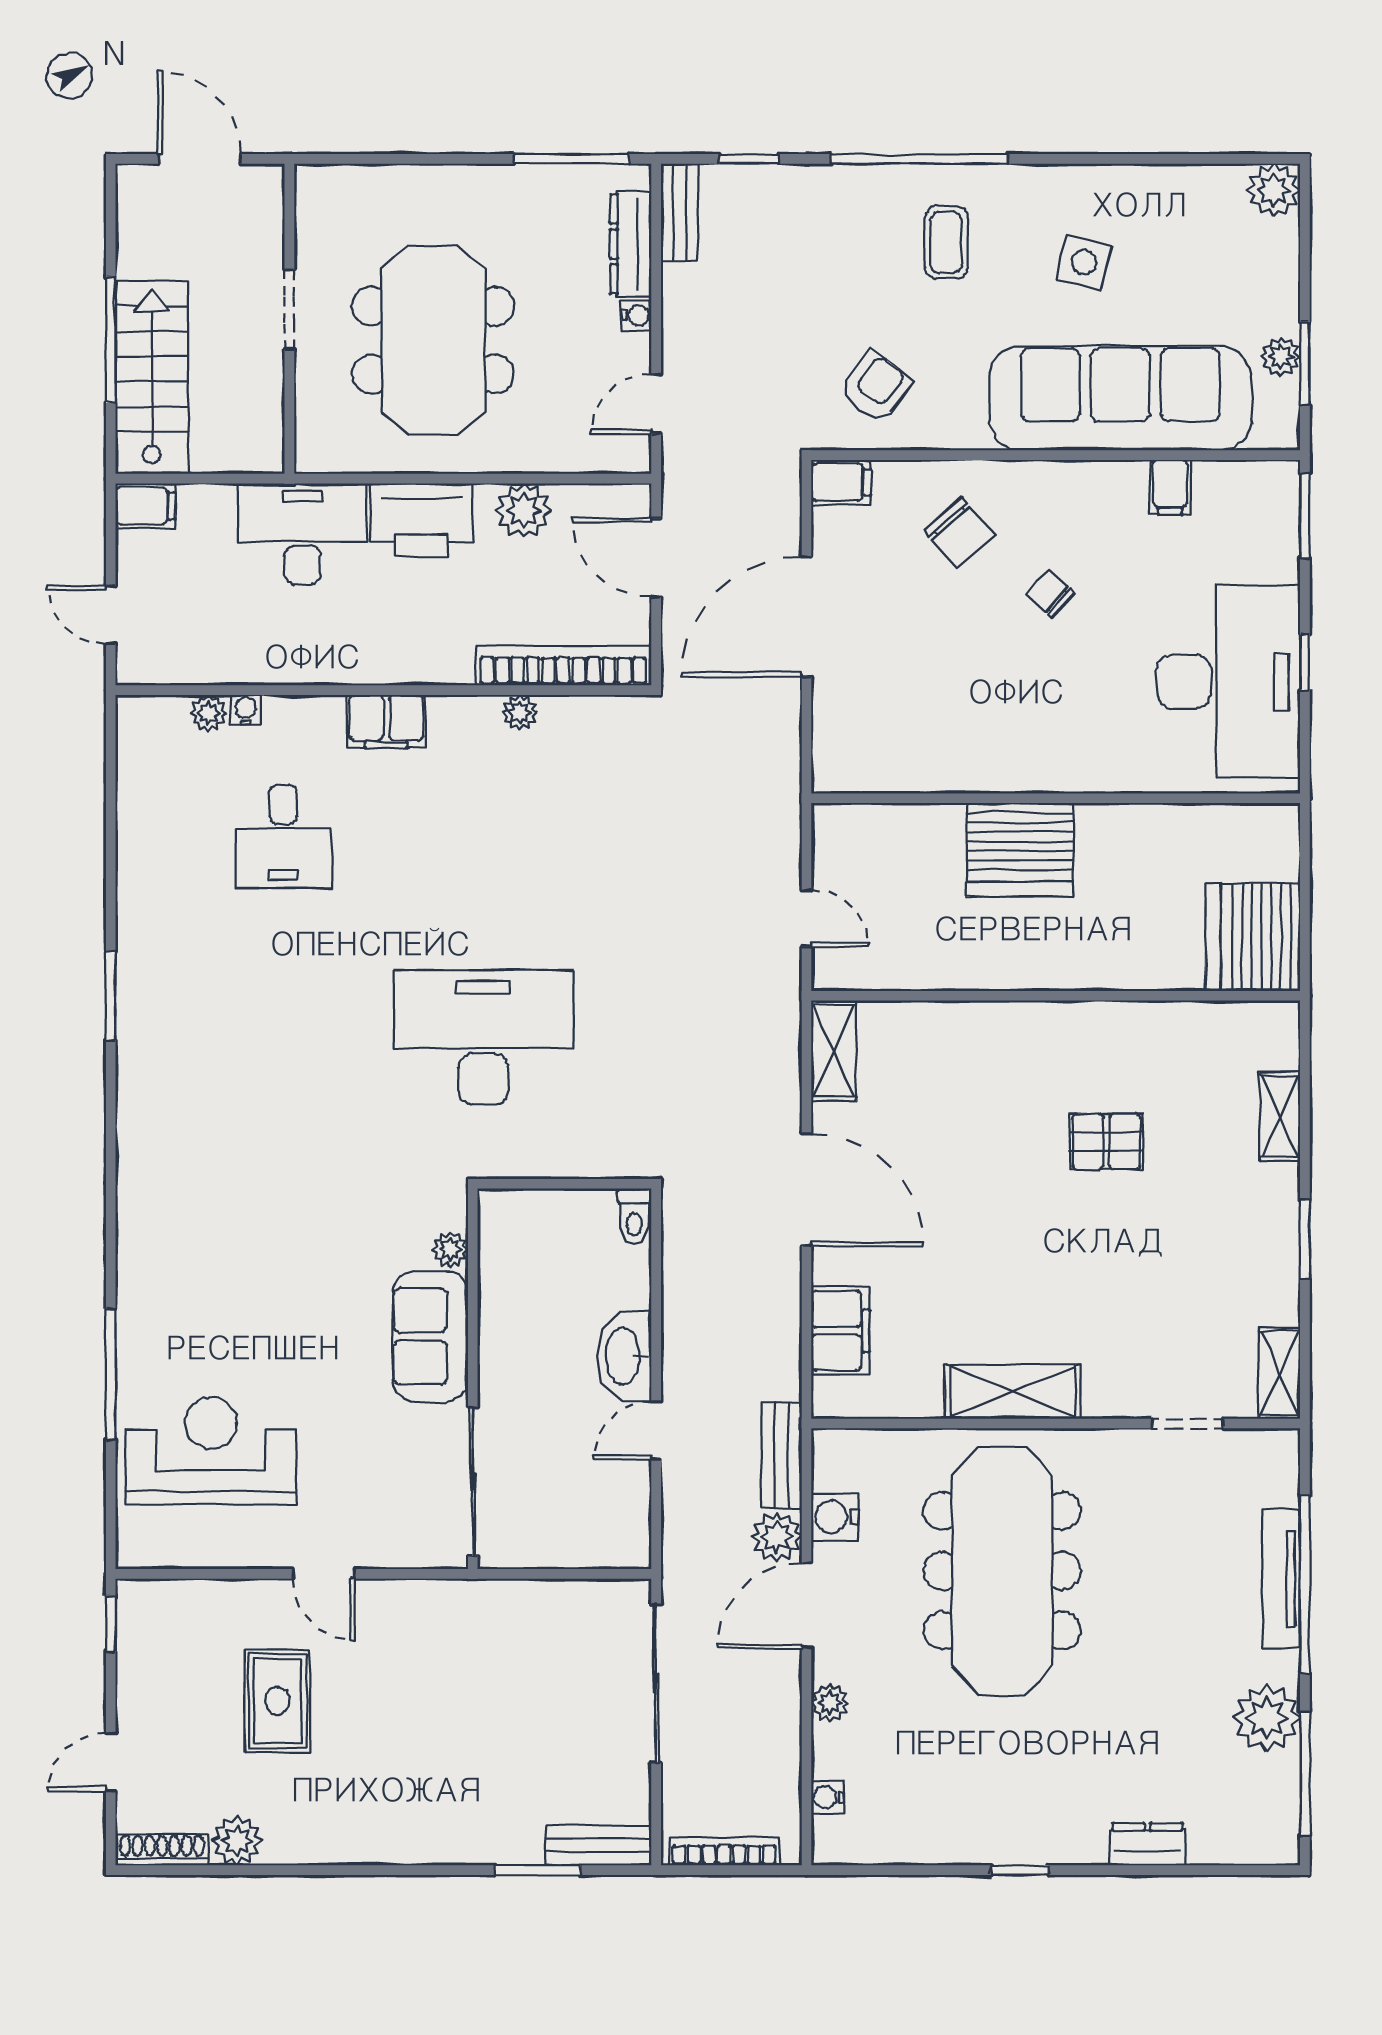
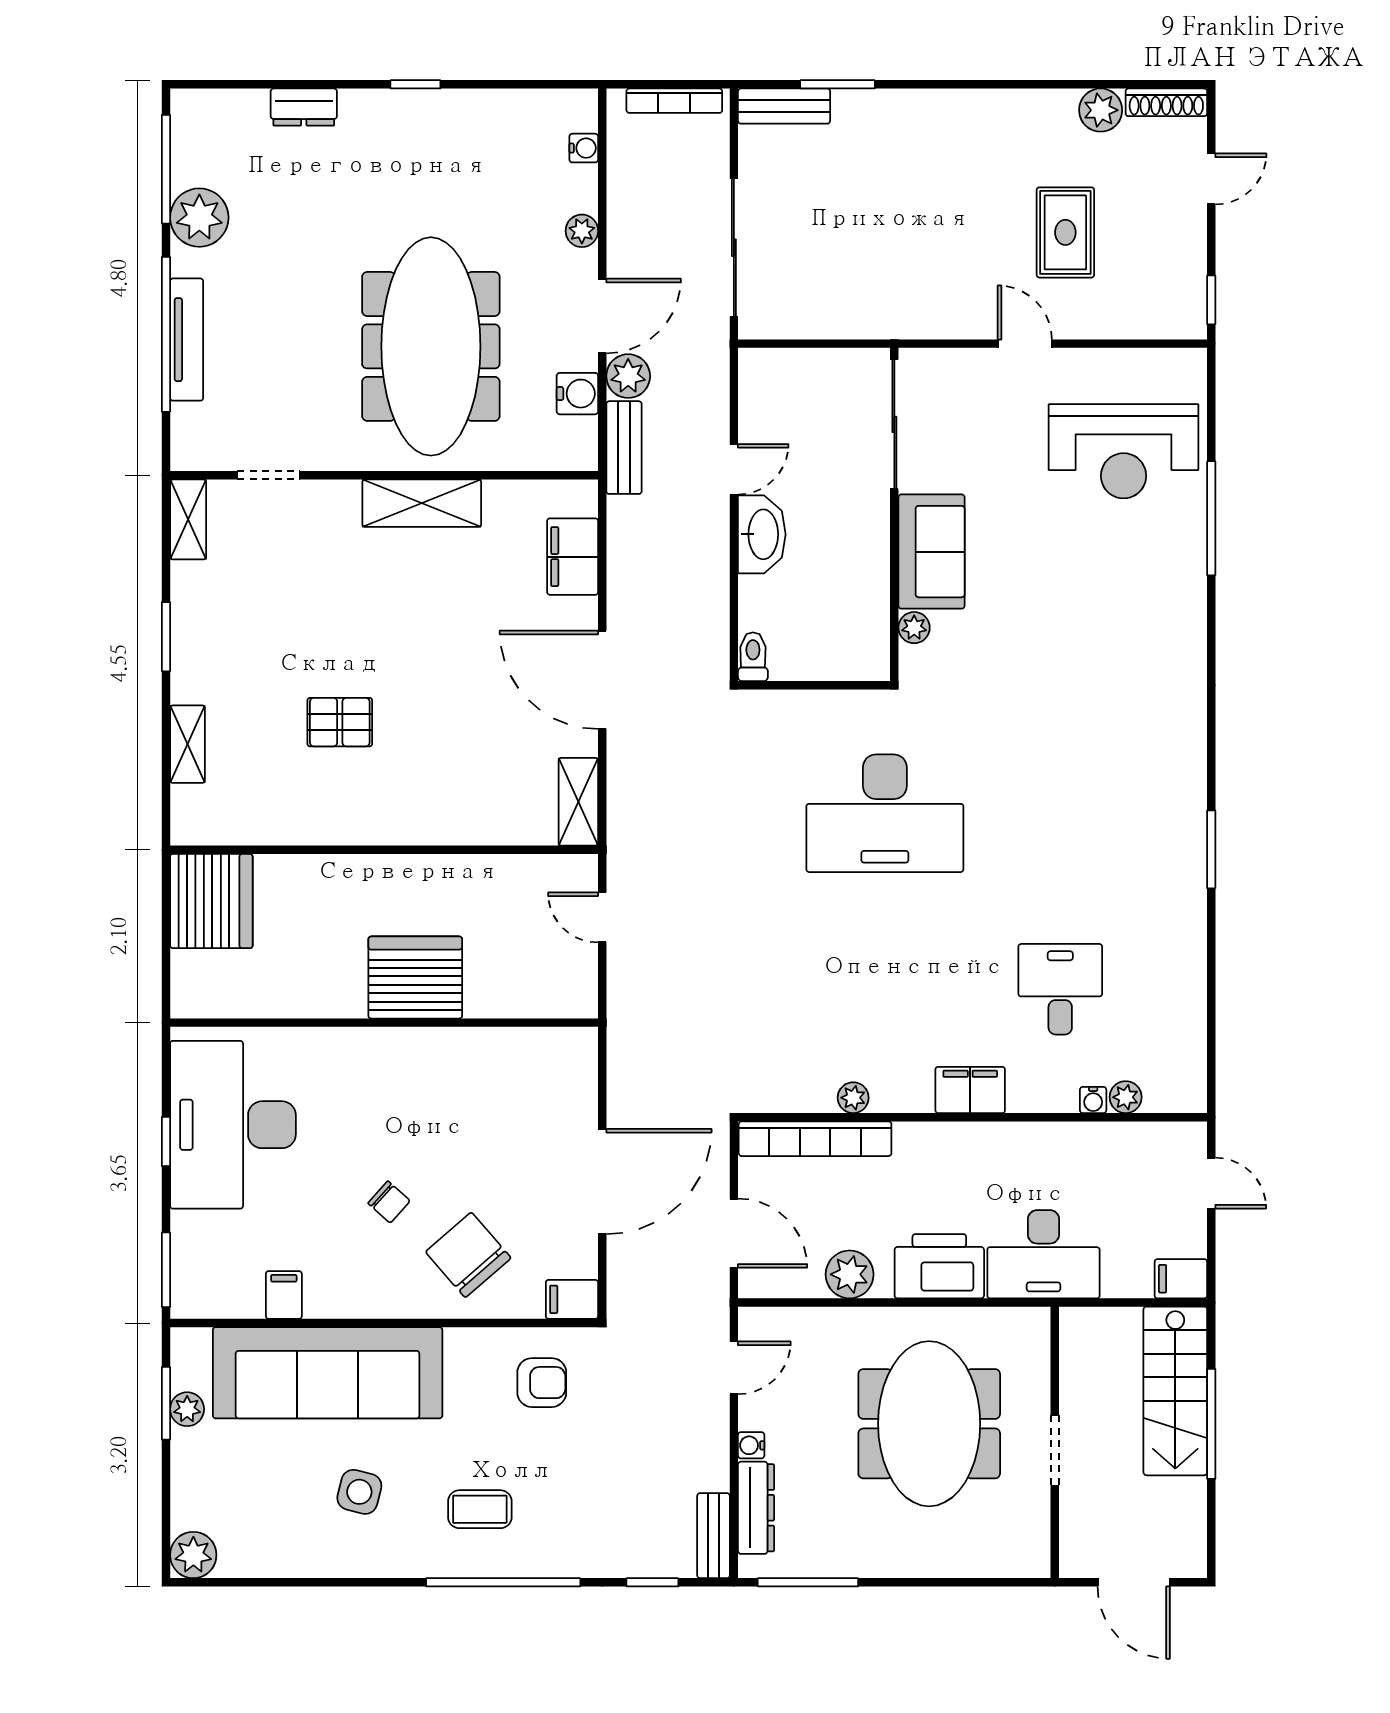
coffee table: (946, 242) -> (480, 1509), turned 90
armchair: (876, 387) -> (542, 1383), turned -127
chair: (959, 533) -> (468, 1255), width x1.37, depth x1.37

